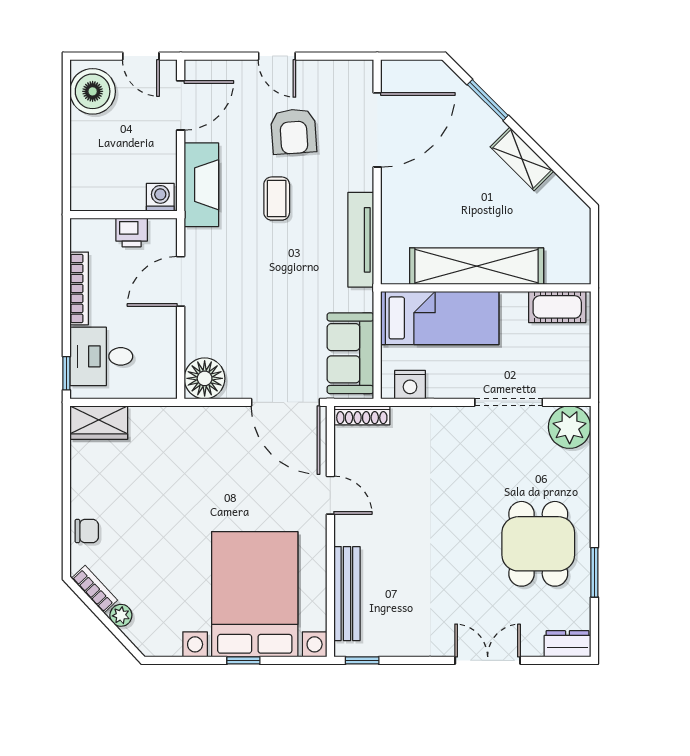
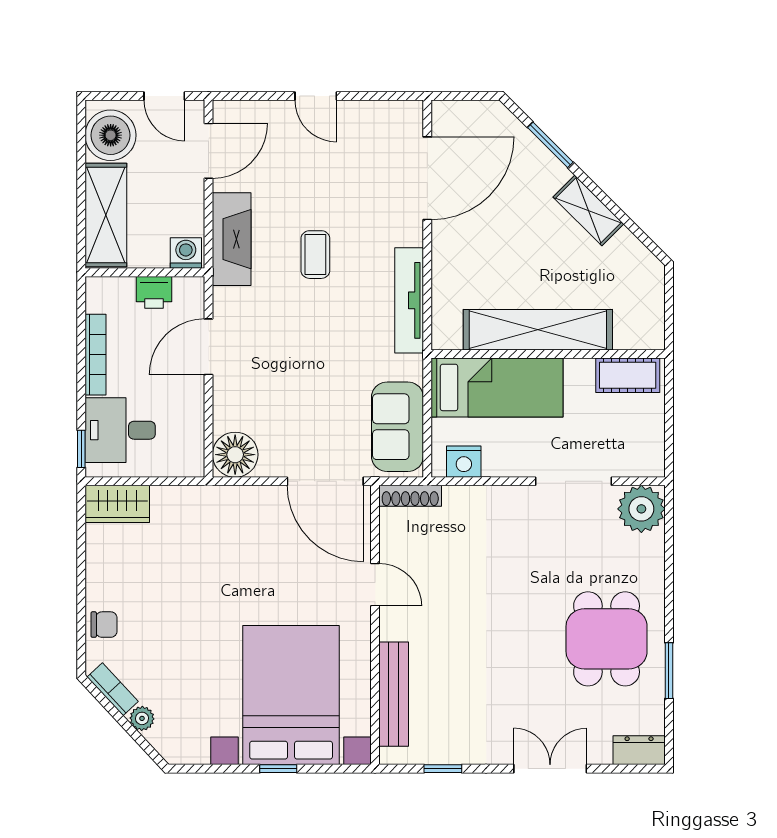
armchair: (294, 131) -> (334, 180), removed
shelving: (88, 163) -> (106, 215), added
window: (362, 660) -> (443, 769), moved

